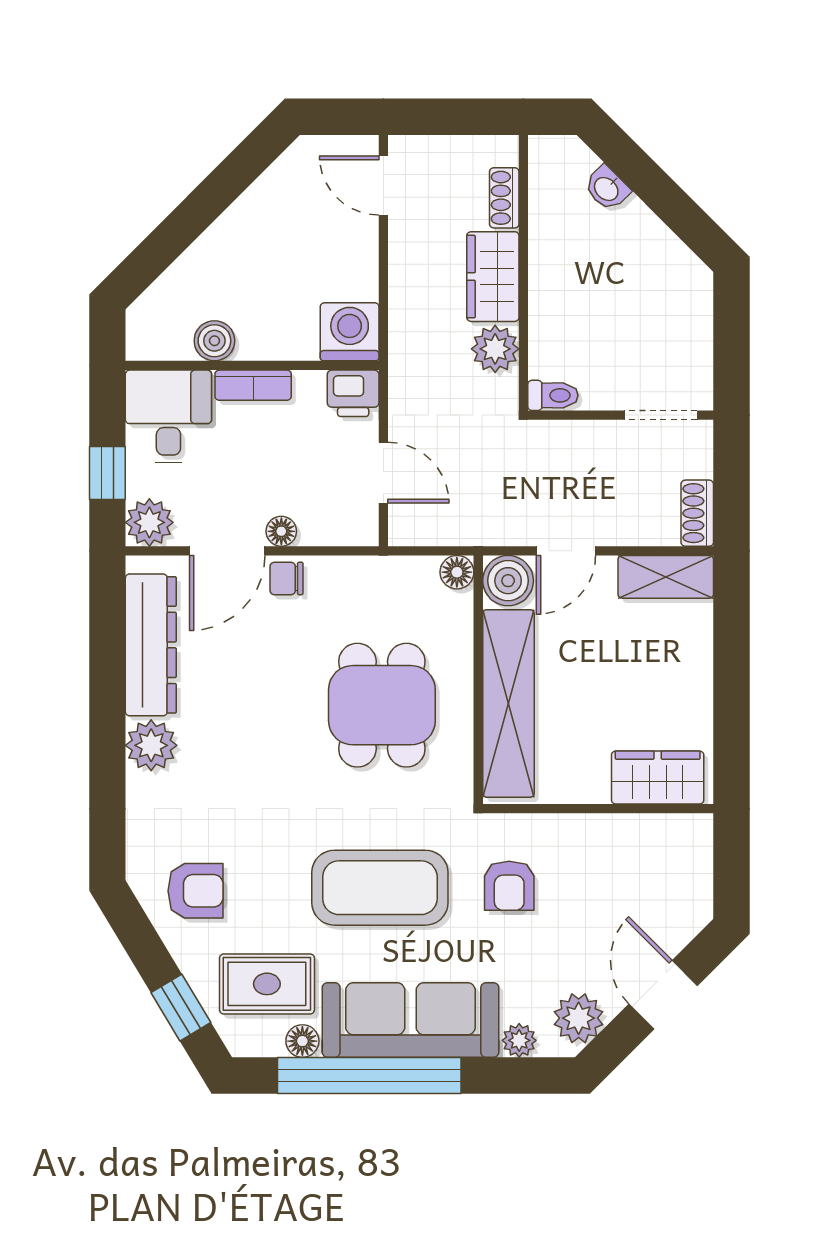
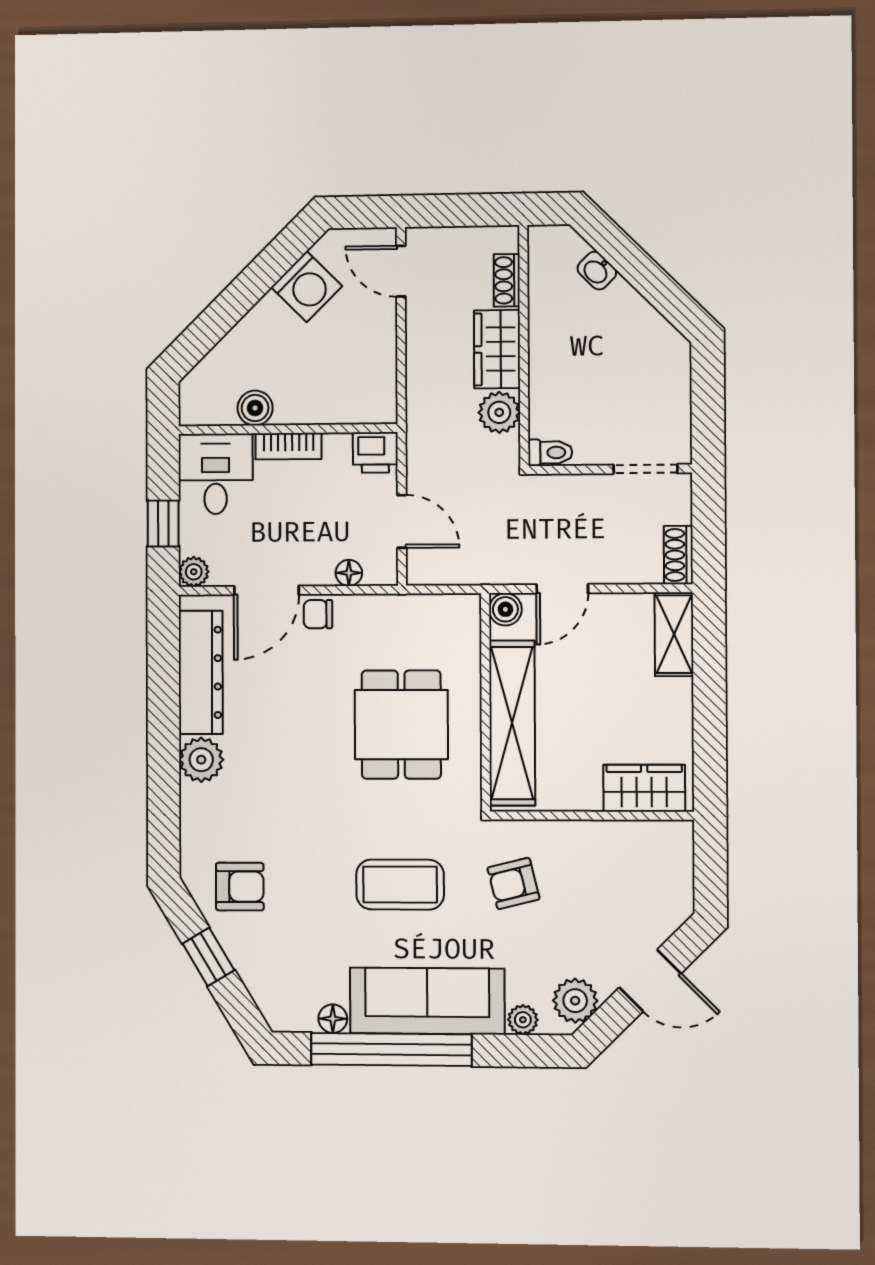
washing machine: (350, 332) -> (307, 287), moved, turned 135
plant: (149, 522) -> (194, 572), width x0.73, depth x0.73
floor lamp: (281, 531) -> (349, 573), moved
floor lamp: (457, 572) -> (466, 608), removed
shelving: (666, 577) -> (674, 634), moved, turned 90
boiler: (508, 581) -> (505, 609), width x0.73, depth x0.73
armchair: (509, 886) -> (513, 883), turned 76
coffee table: (380, 888) -> (400, 885), width x0.73, depth x0.76
rug: (267, 984) -> (302, 968), removed
door: (663, 995) -> (650, 981), swing flipped
window: (181, 1008) -> (208, 957), moved

